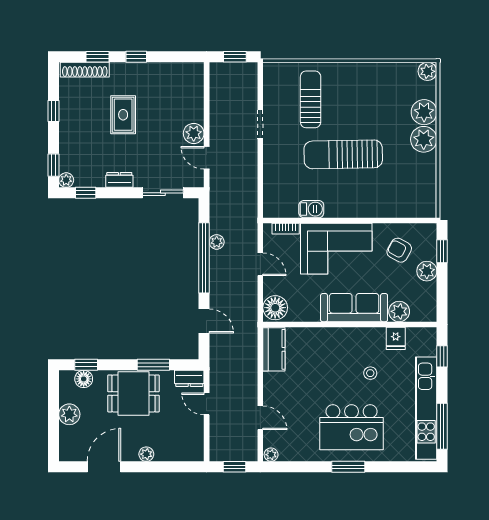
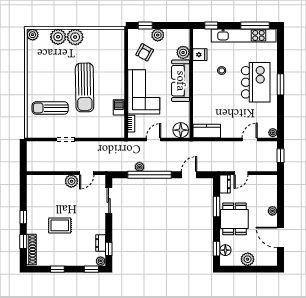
window: (235, 57) -> (23, 155), removed
dresser: (119, 180) -> (101, 243), moved

